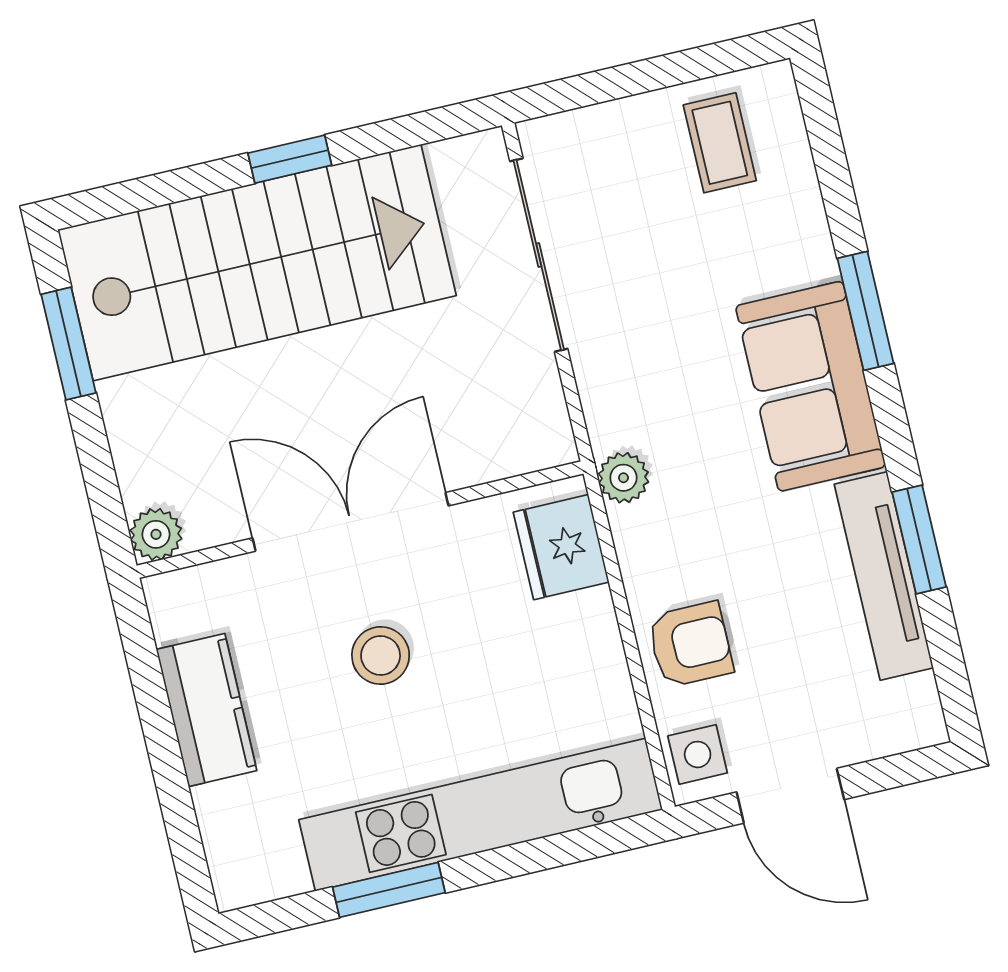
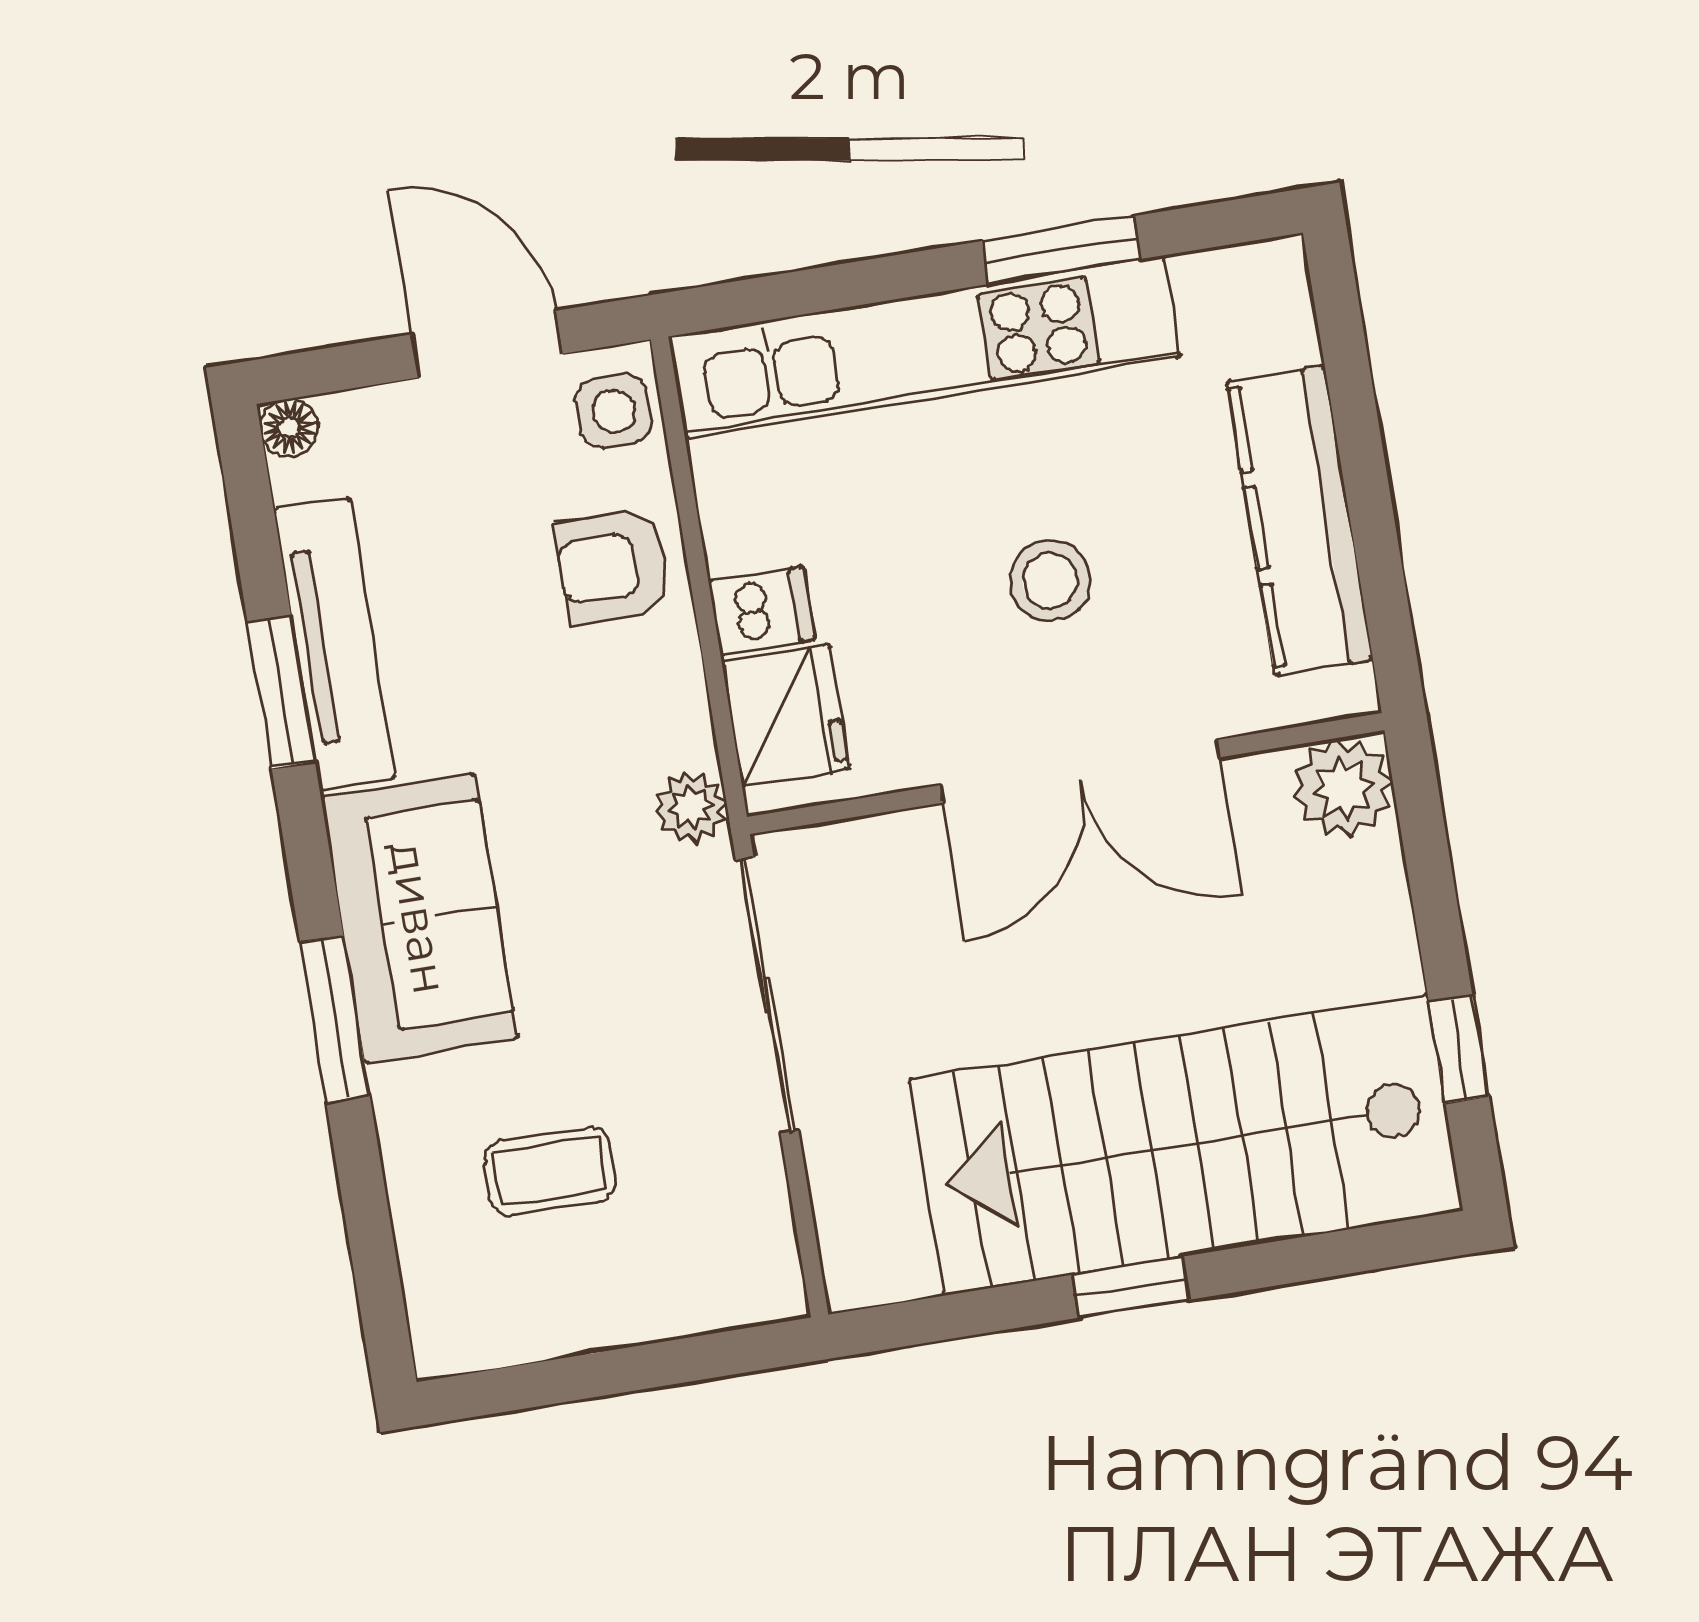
coffee table: (720, 143) -> (550, 1171), moved, turned 90
sliding door: (539, 255) -> (767, 995), moved
window: (69, 344) -> (1459, 1049), width x0.67
plant: (156, 534) -> (1343, 788), width x1.38, depth x1.38
dishwasher: (583, 620) -> (762, 610), added
kitchen counter: (207, 710) -> (1300, 521), width x1.50
floor lamp: (926, 727) -> (289, 428), added

